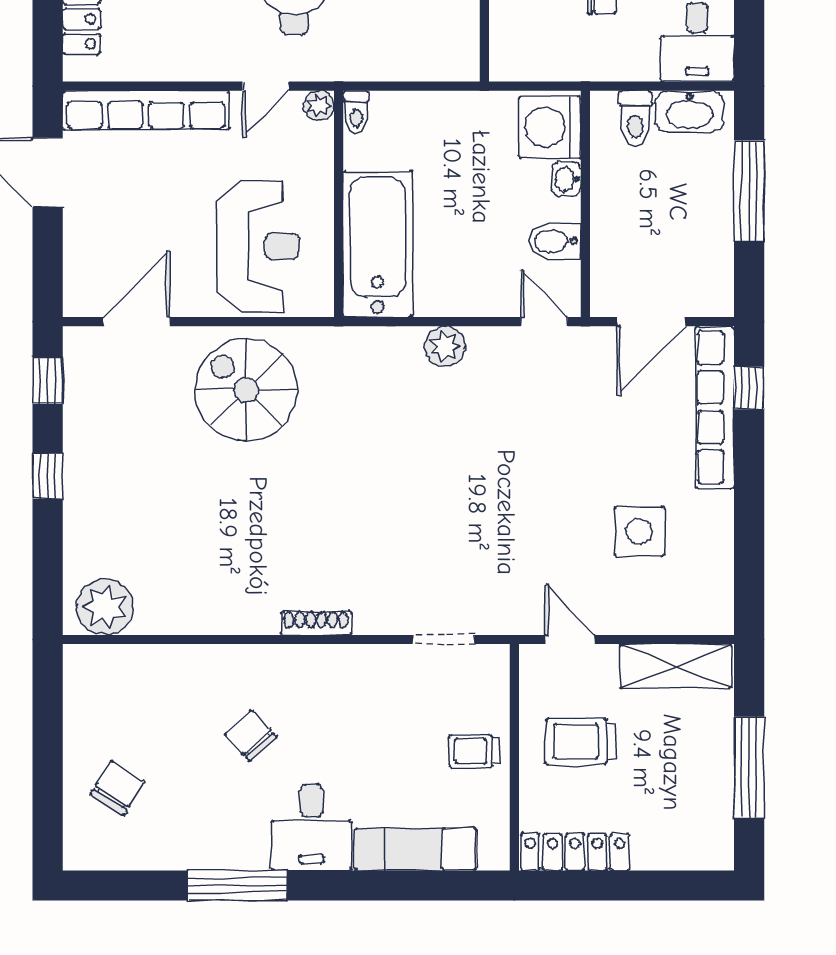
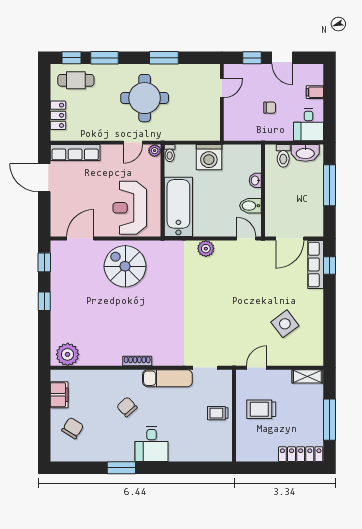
row of seats: (146, 110) -> (75, 153), width x0.73
washing machine: (550, 127) -> (209, 157), moved, turned -90
reception desk: (258, 246) -> (130, 208), turned 180
row of seats: (715, 407) -> (316, 264), width x0.73
side table: (639, 531) -> (285, 324), turned -37
shoe rack: (316, 623) -> (137, 361), moved
door: (570, 639) -> (257, 368), hinge flipped
shelving: (676, 666) -> (307, 376), width x0.67, depth x0.75
filing cabinet: (84, 706) -> (59, 395), added
exam couch: (415, 849) -> (167, 378), moved, turned 180
locker: (575, 852) -> (301, 454), moved
window: (237, 886) -> (121, 468), width x0.69

